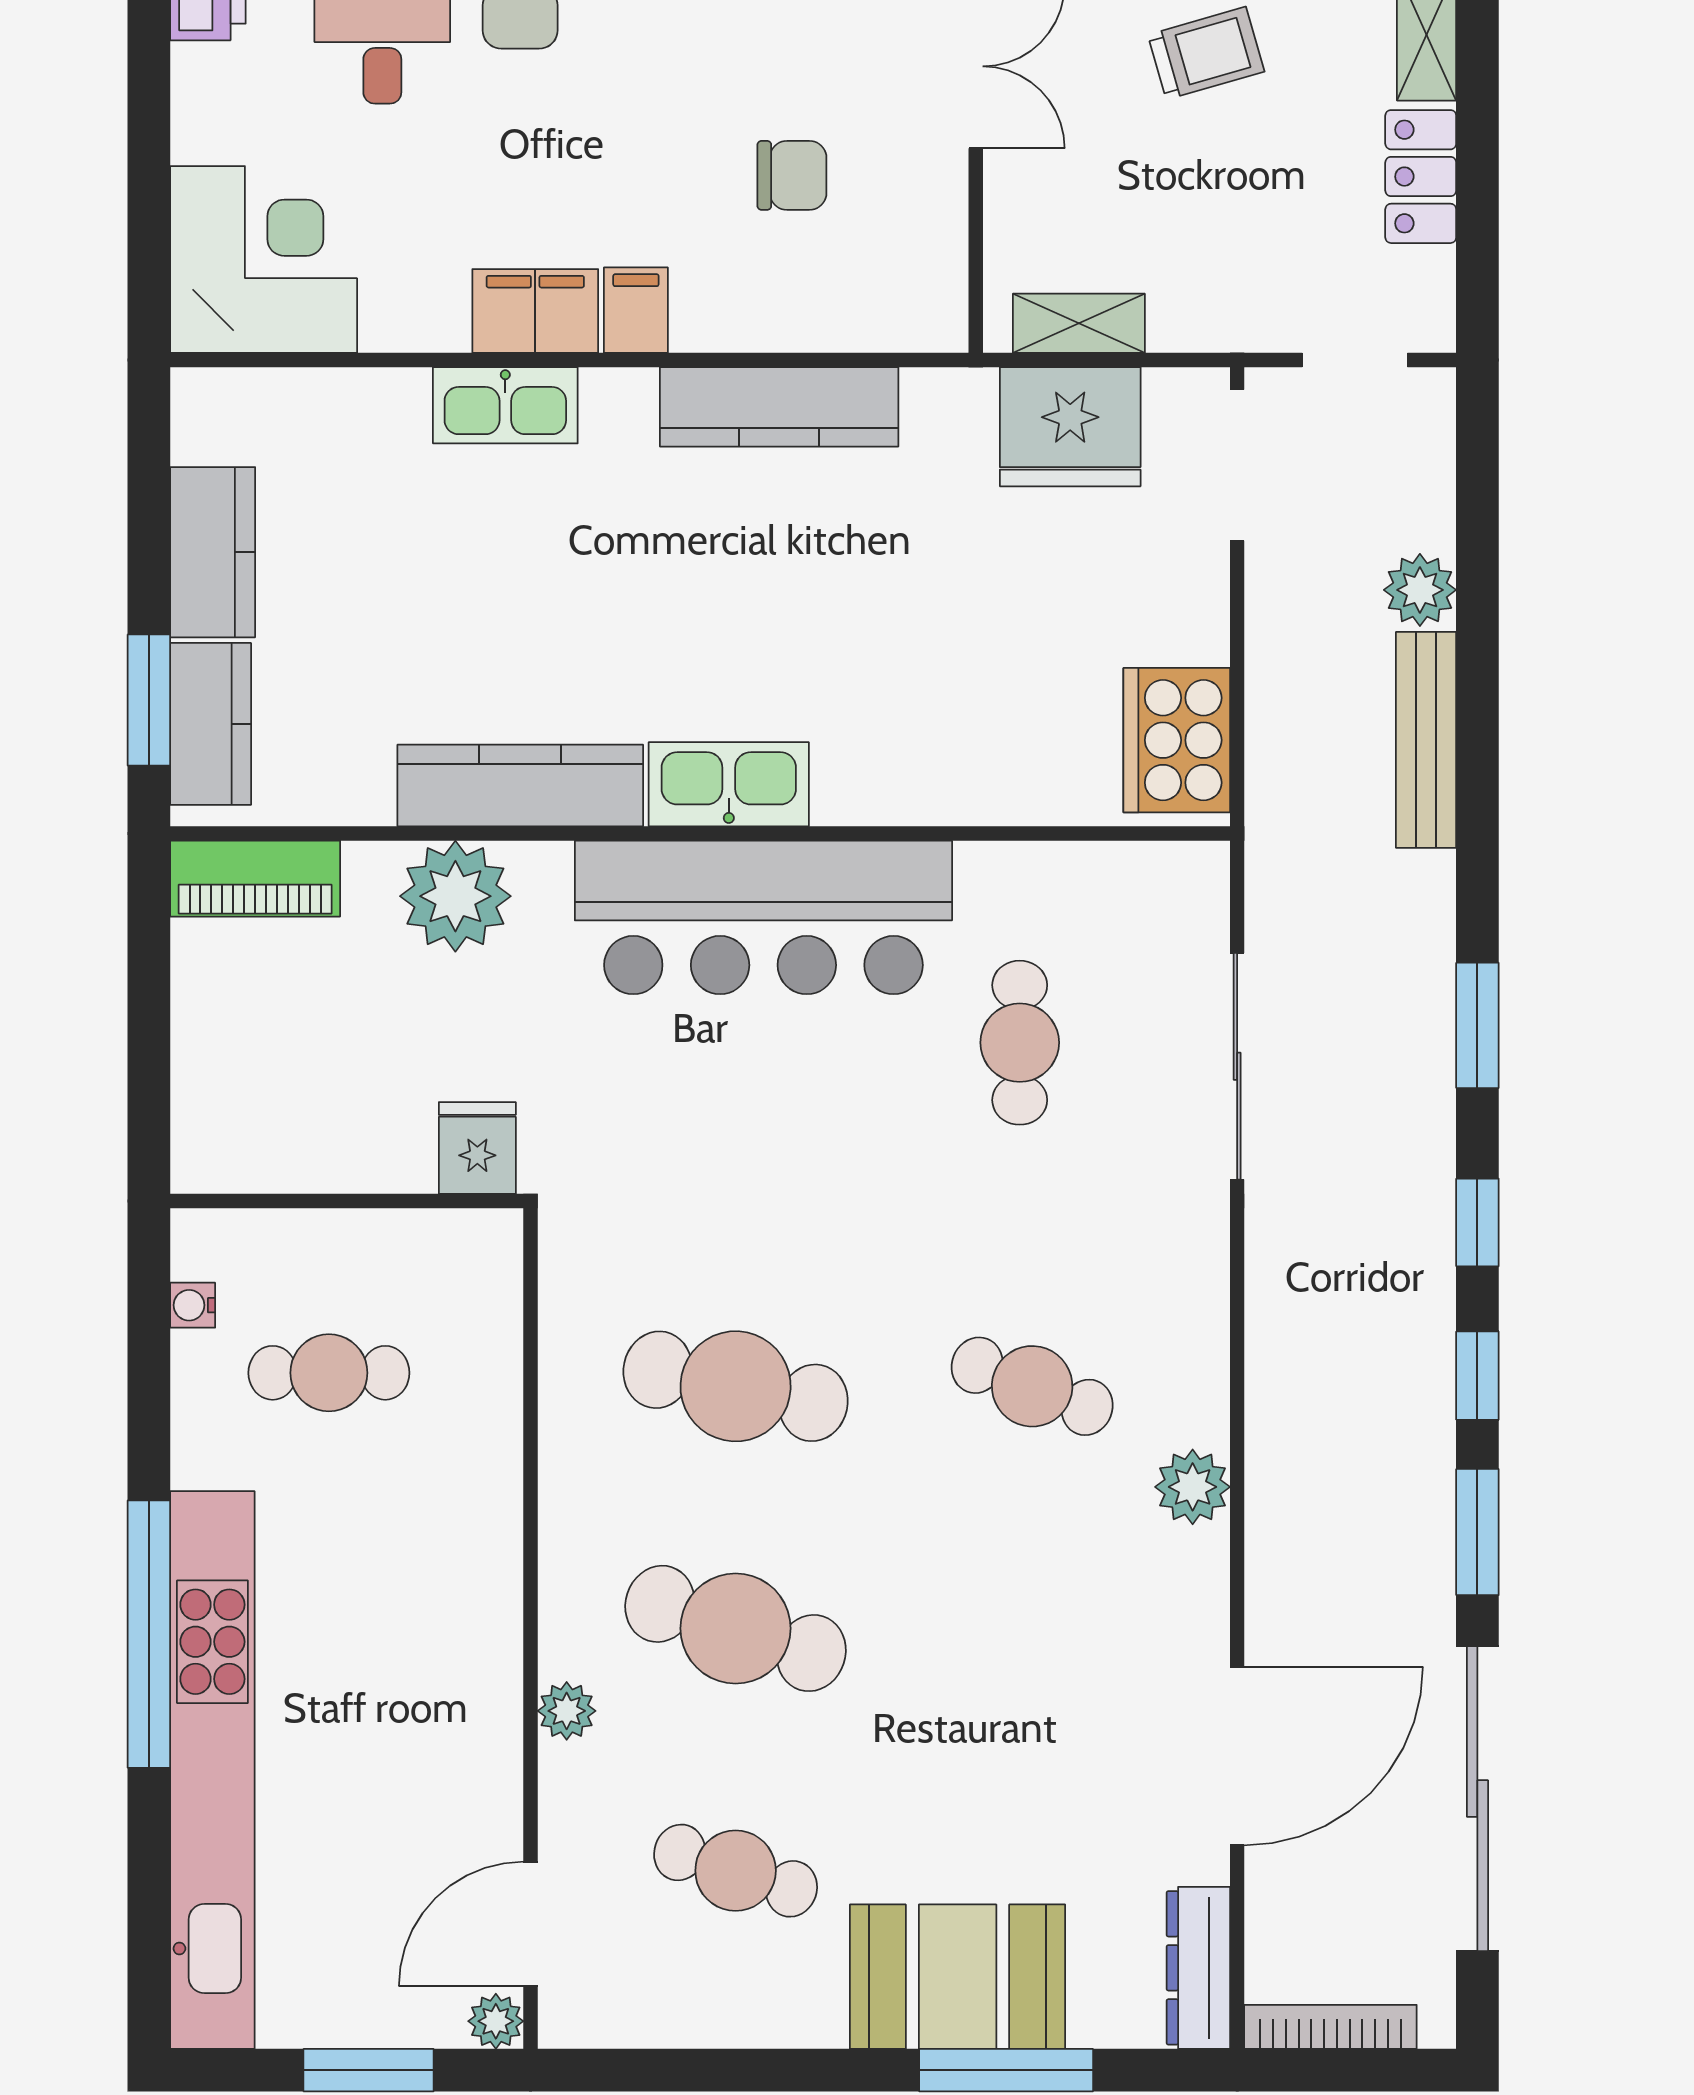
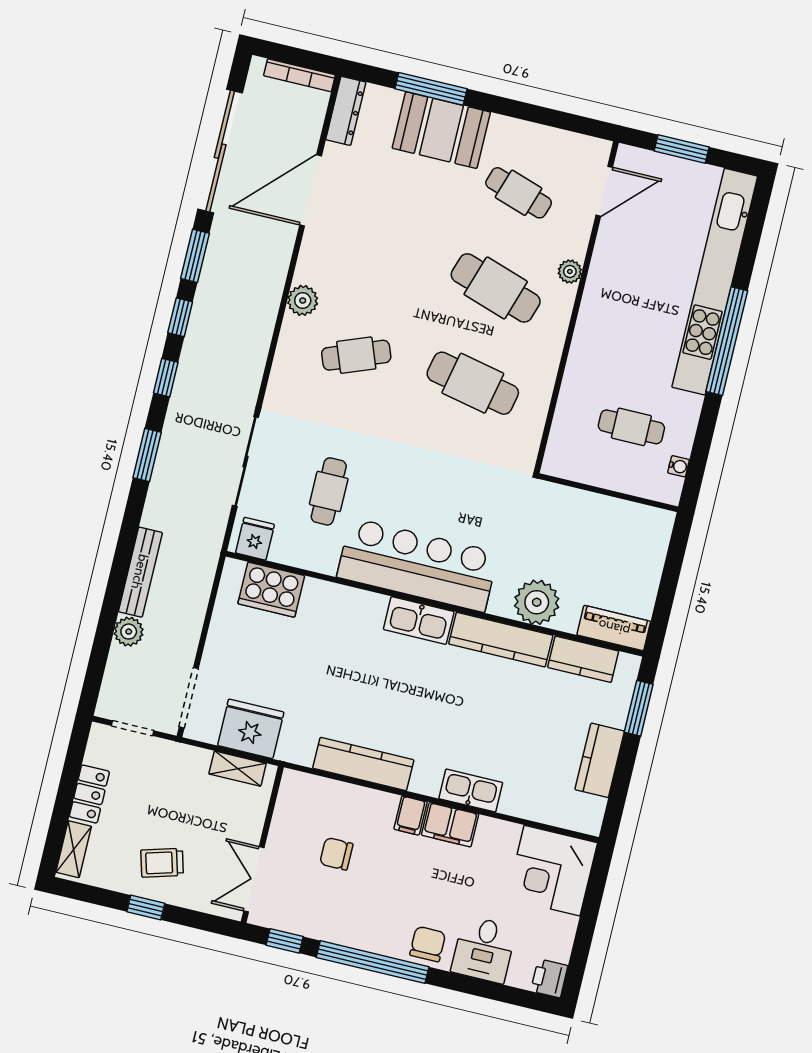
kitchen counter: (211, 724) -> (583, 659), moved, turned -90
cooker: (1177, 740) -> (271, 590), moved, turned 90
fridge: (477, 1148) -> (255, 539), moved, turned 180
cafe table: (1032, 1386) -> (356, 355), turned -42
plant: (496, 2021) -> (627, 156), removed

